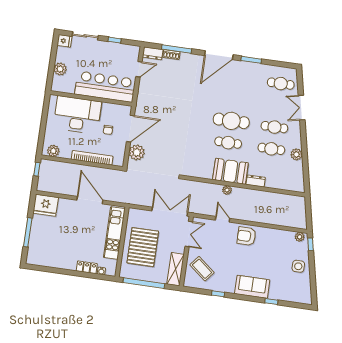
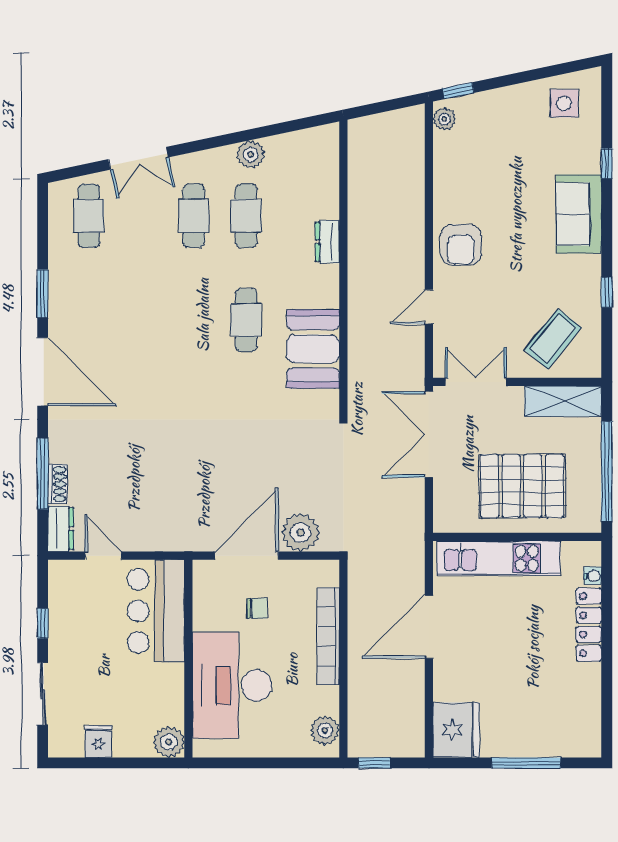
fridge: (64, 41) -> (98, 741), moved
plant: (60, 69) -> (169, 742), moved
bar counter: (105, 87) -> (156, 611), width x0.73
cafe table: (231, 121) -> (194, 320), removed
door: (130, 129) -> (246, 556), hinge flipped
booth: (230, 171) -> (313, 349), moved
plant: (227, 190) -> (359, 306), removed
side table: (298, 266) -> (564, 103), moved
locker: (87, 267) -> (589, 625), width x1.53

